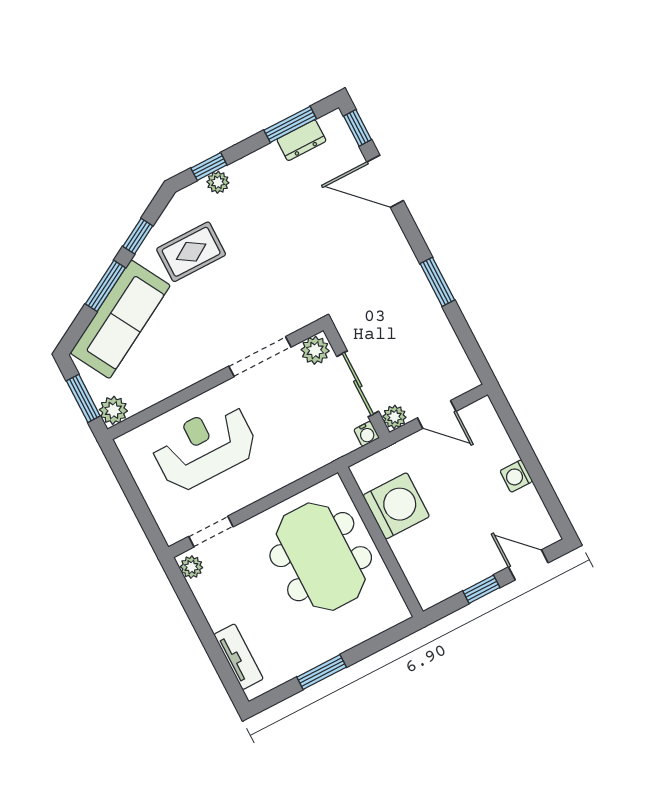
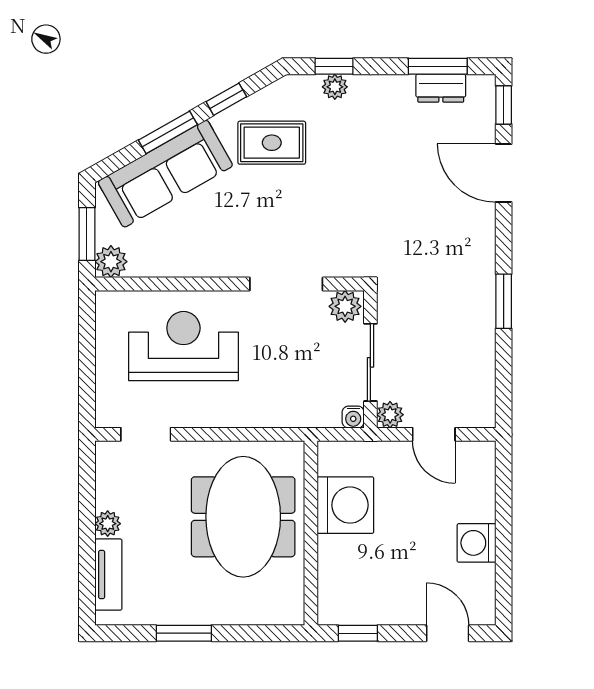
washing machine: (516, 476) -> (476, 543), width x1.38, depth x1.38
plant: (191, 567) -> (108, 524), moved
window: (481, 589) -> (358, 633), moved

